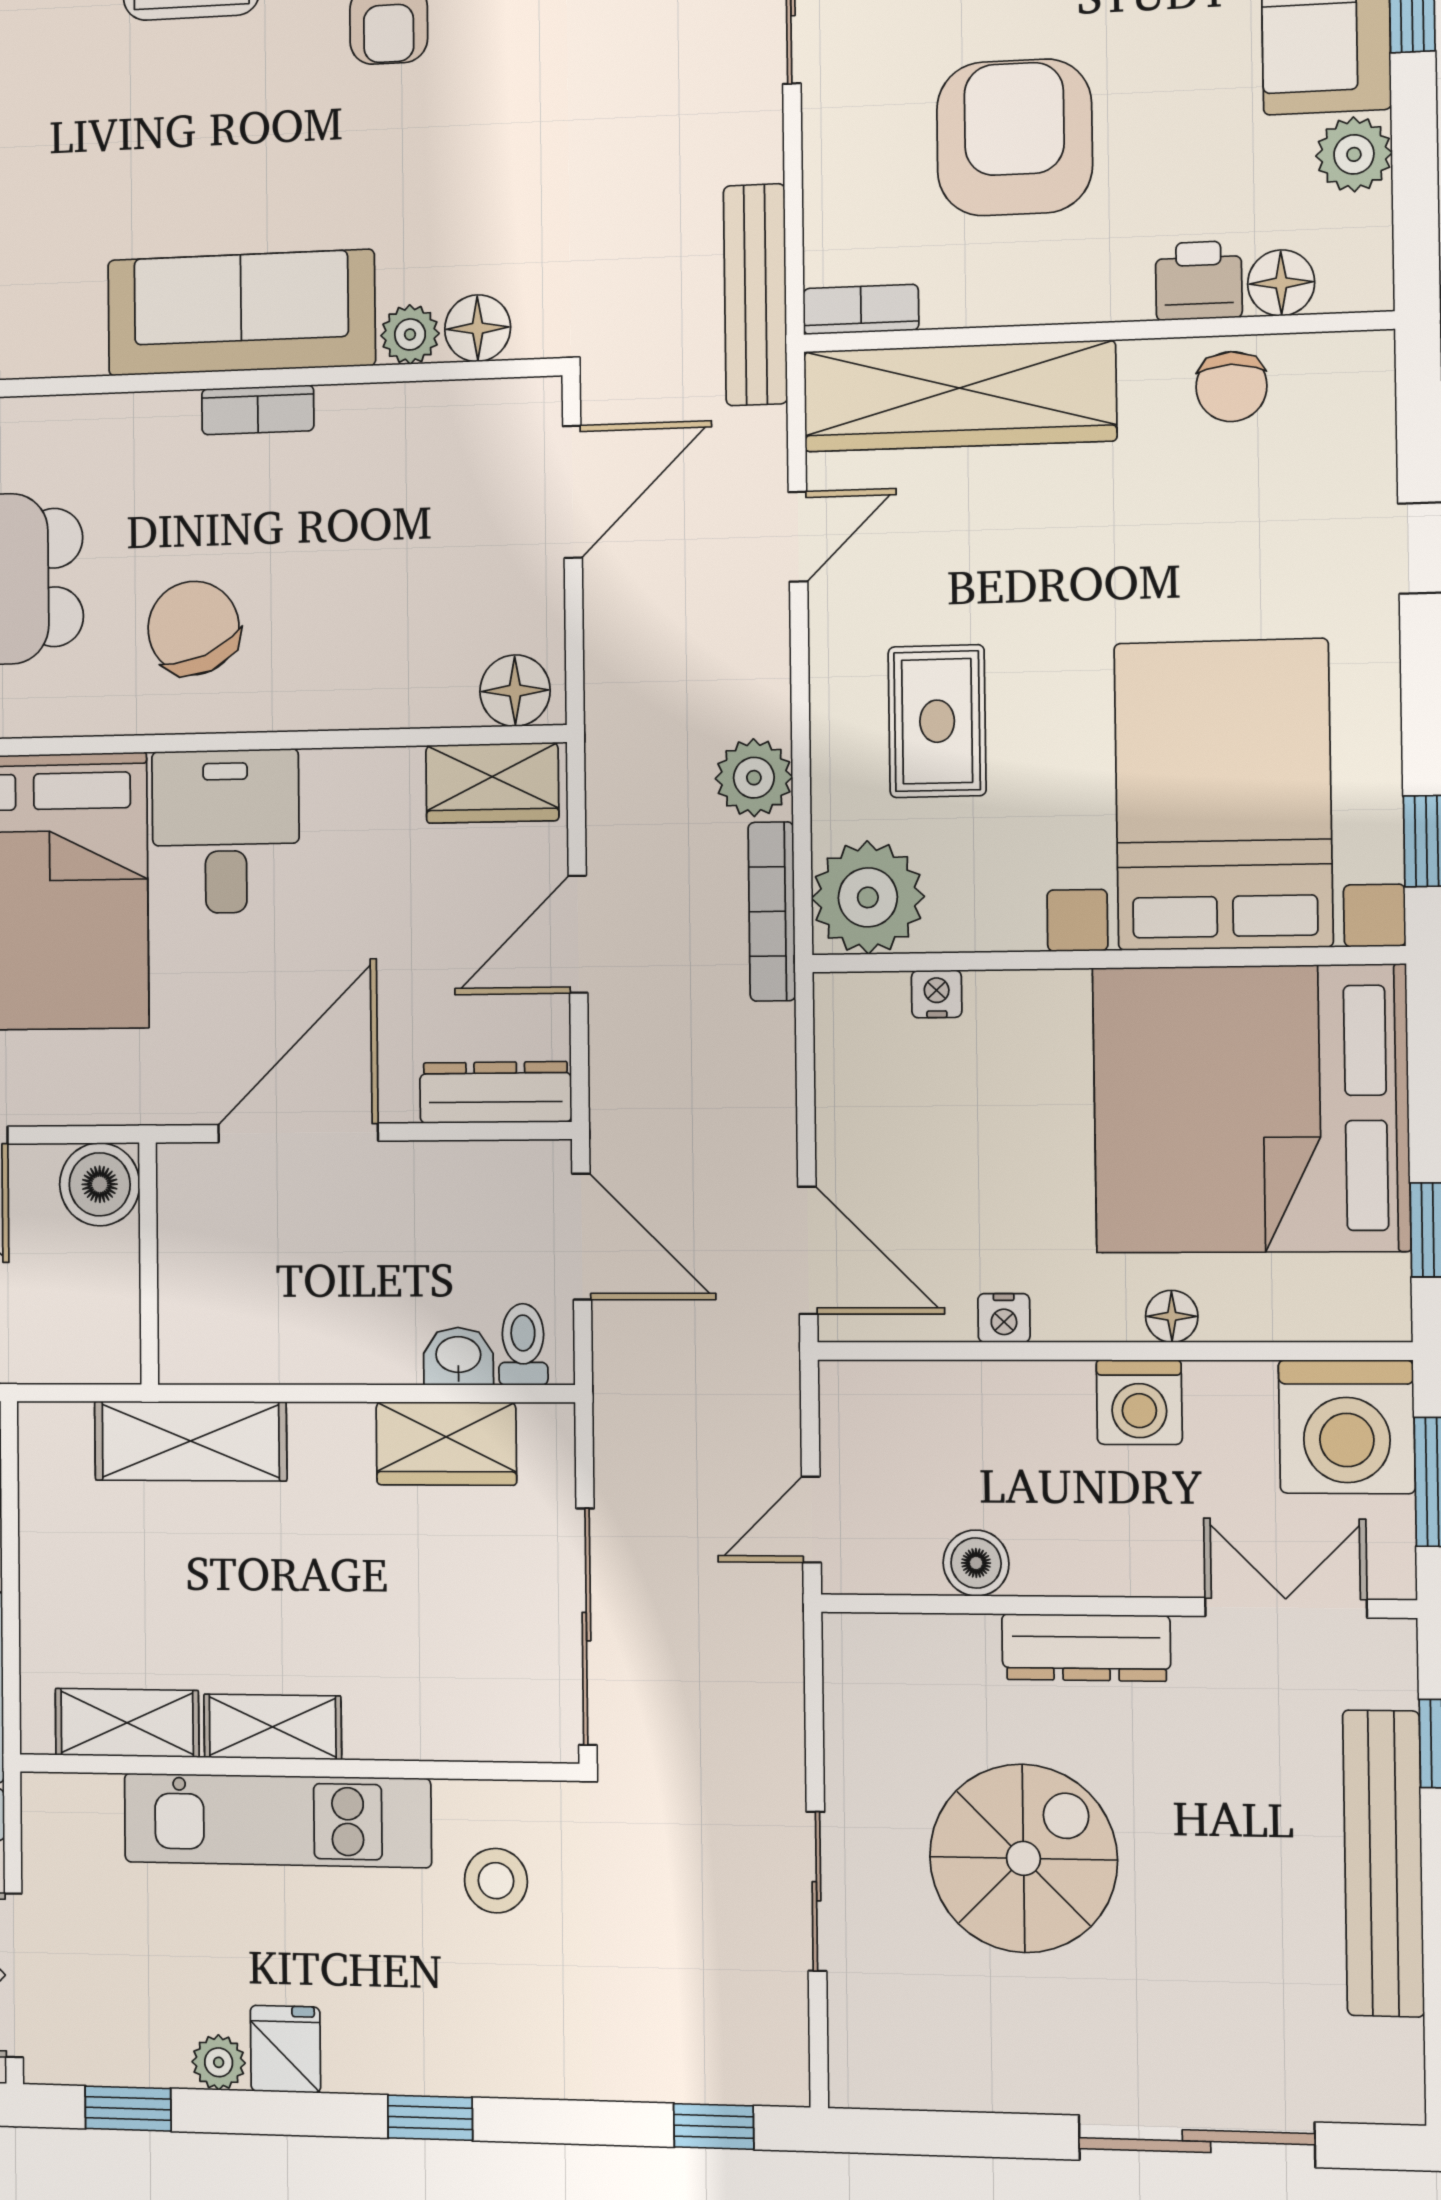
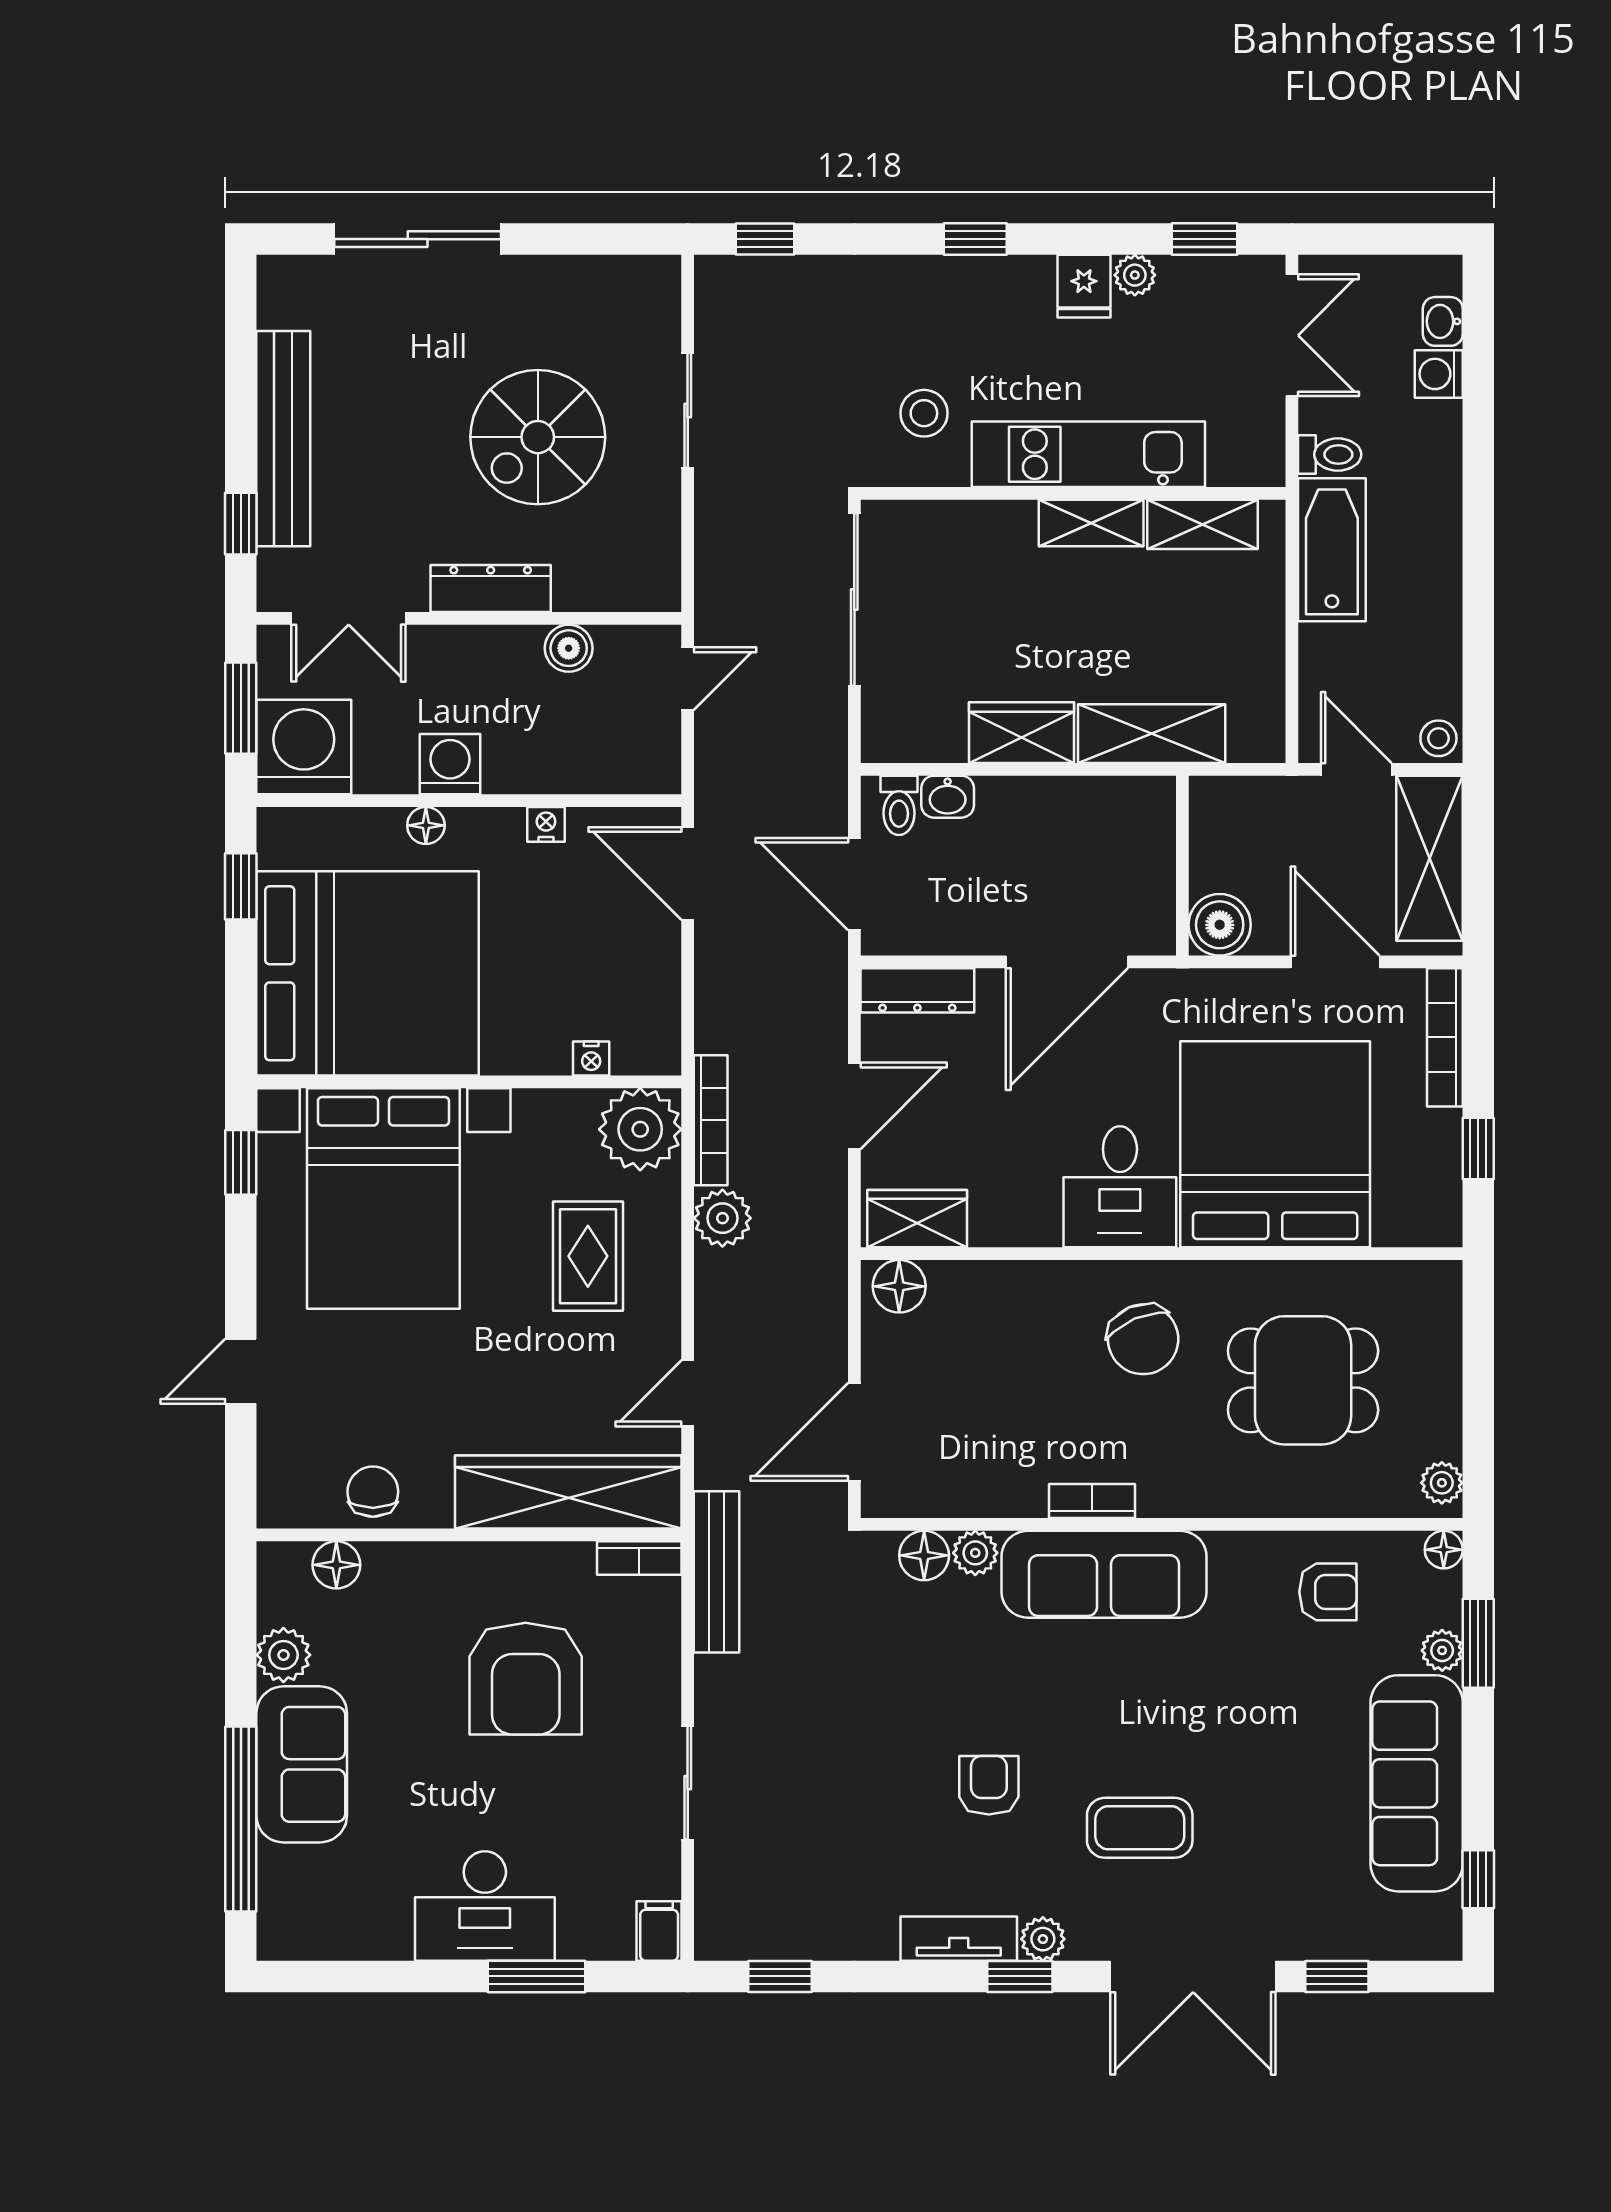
printer: (1199, 281) -> (395, 1569), removed
wardrobe: (446, 1443) -> (1022, 733), moved

